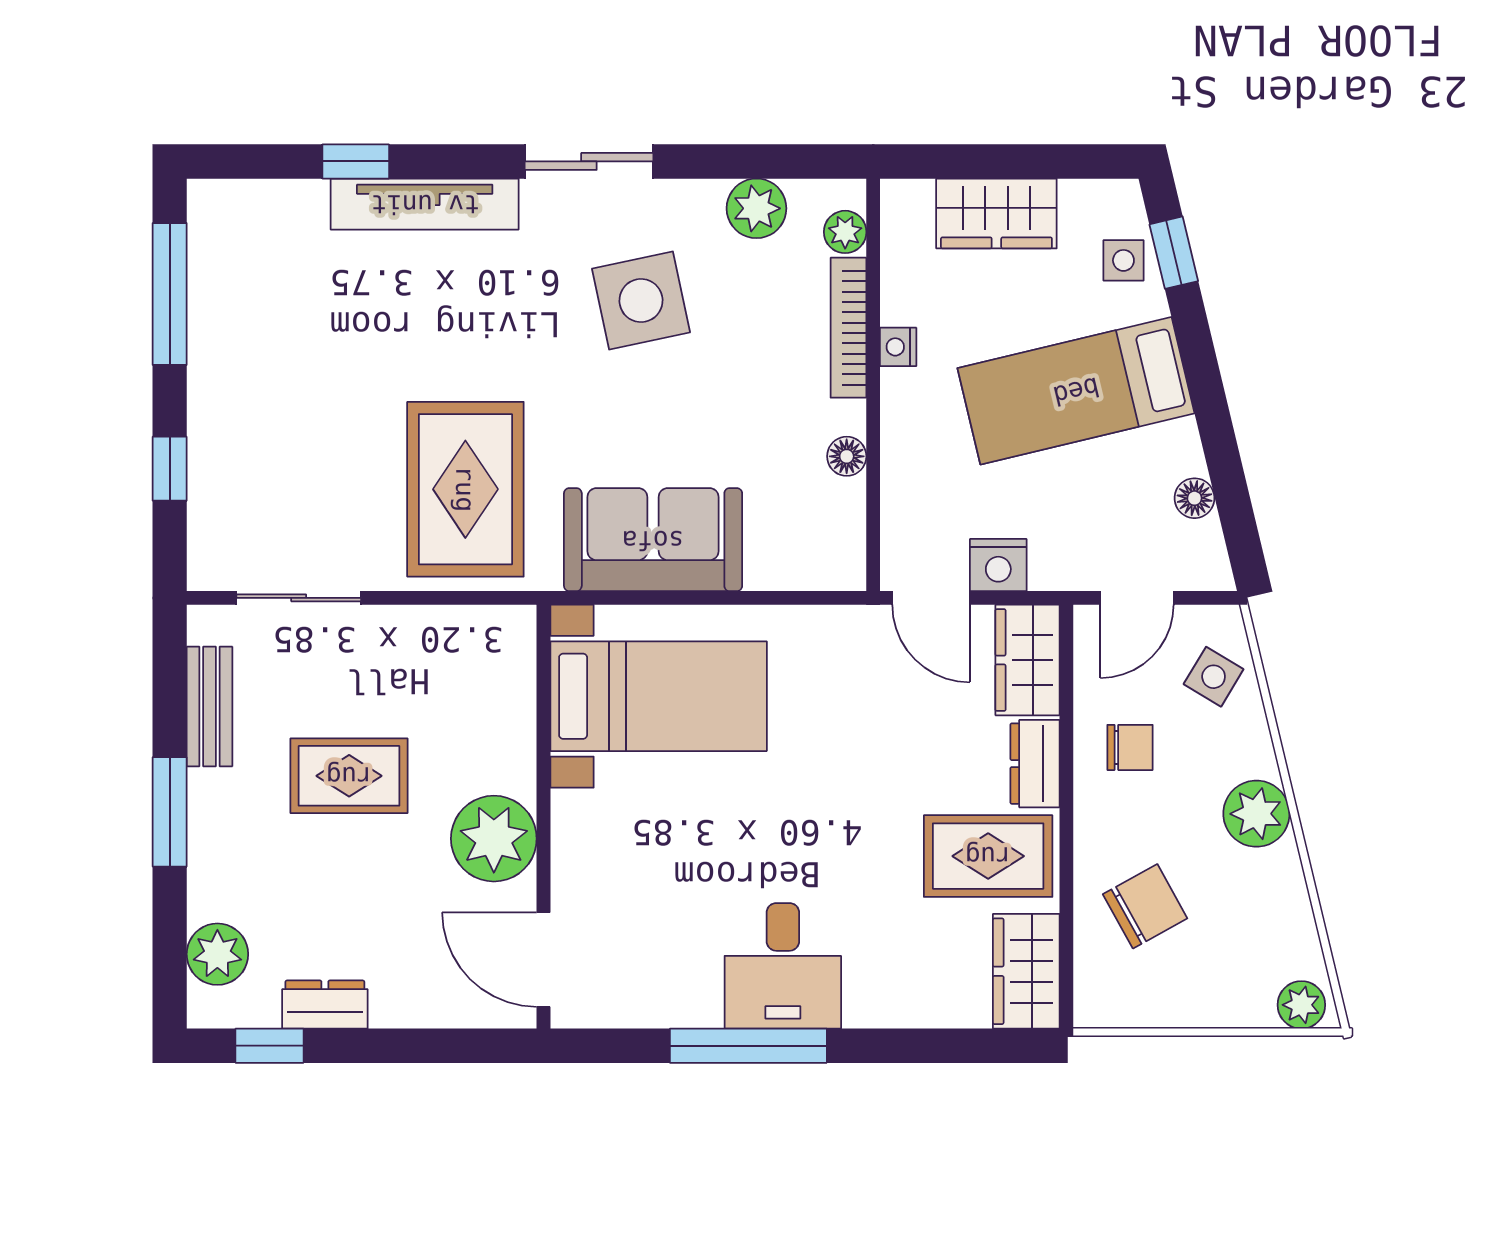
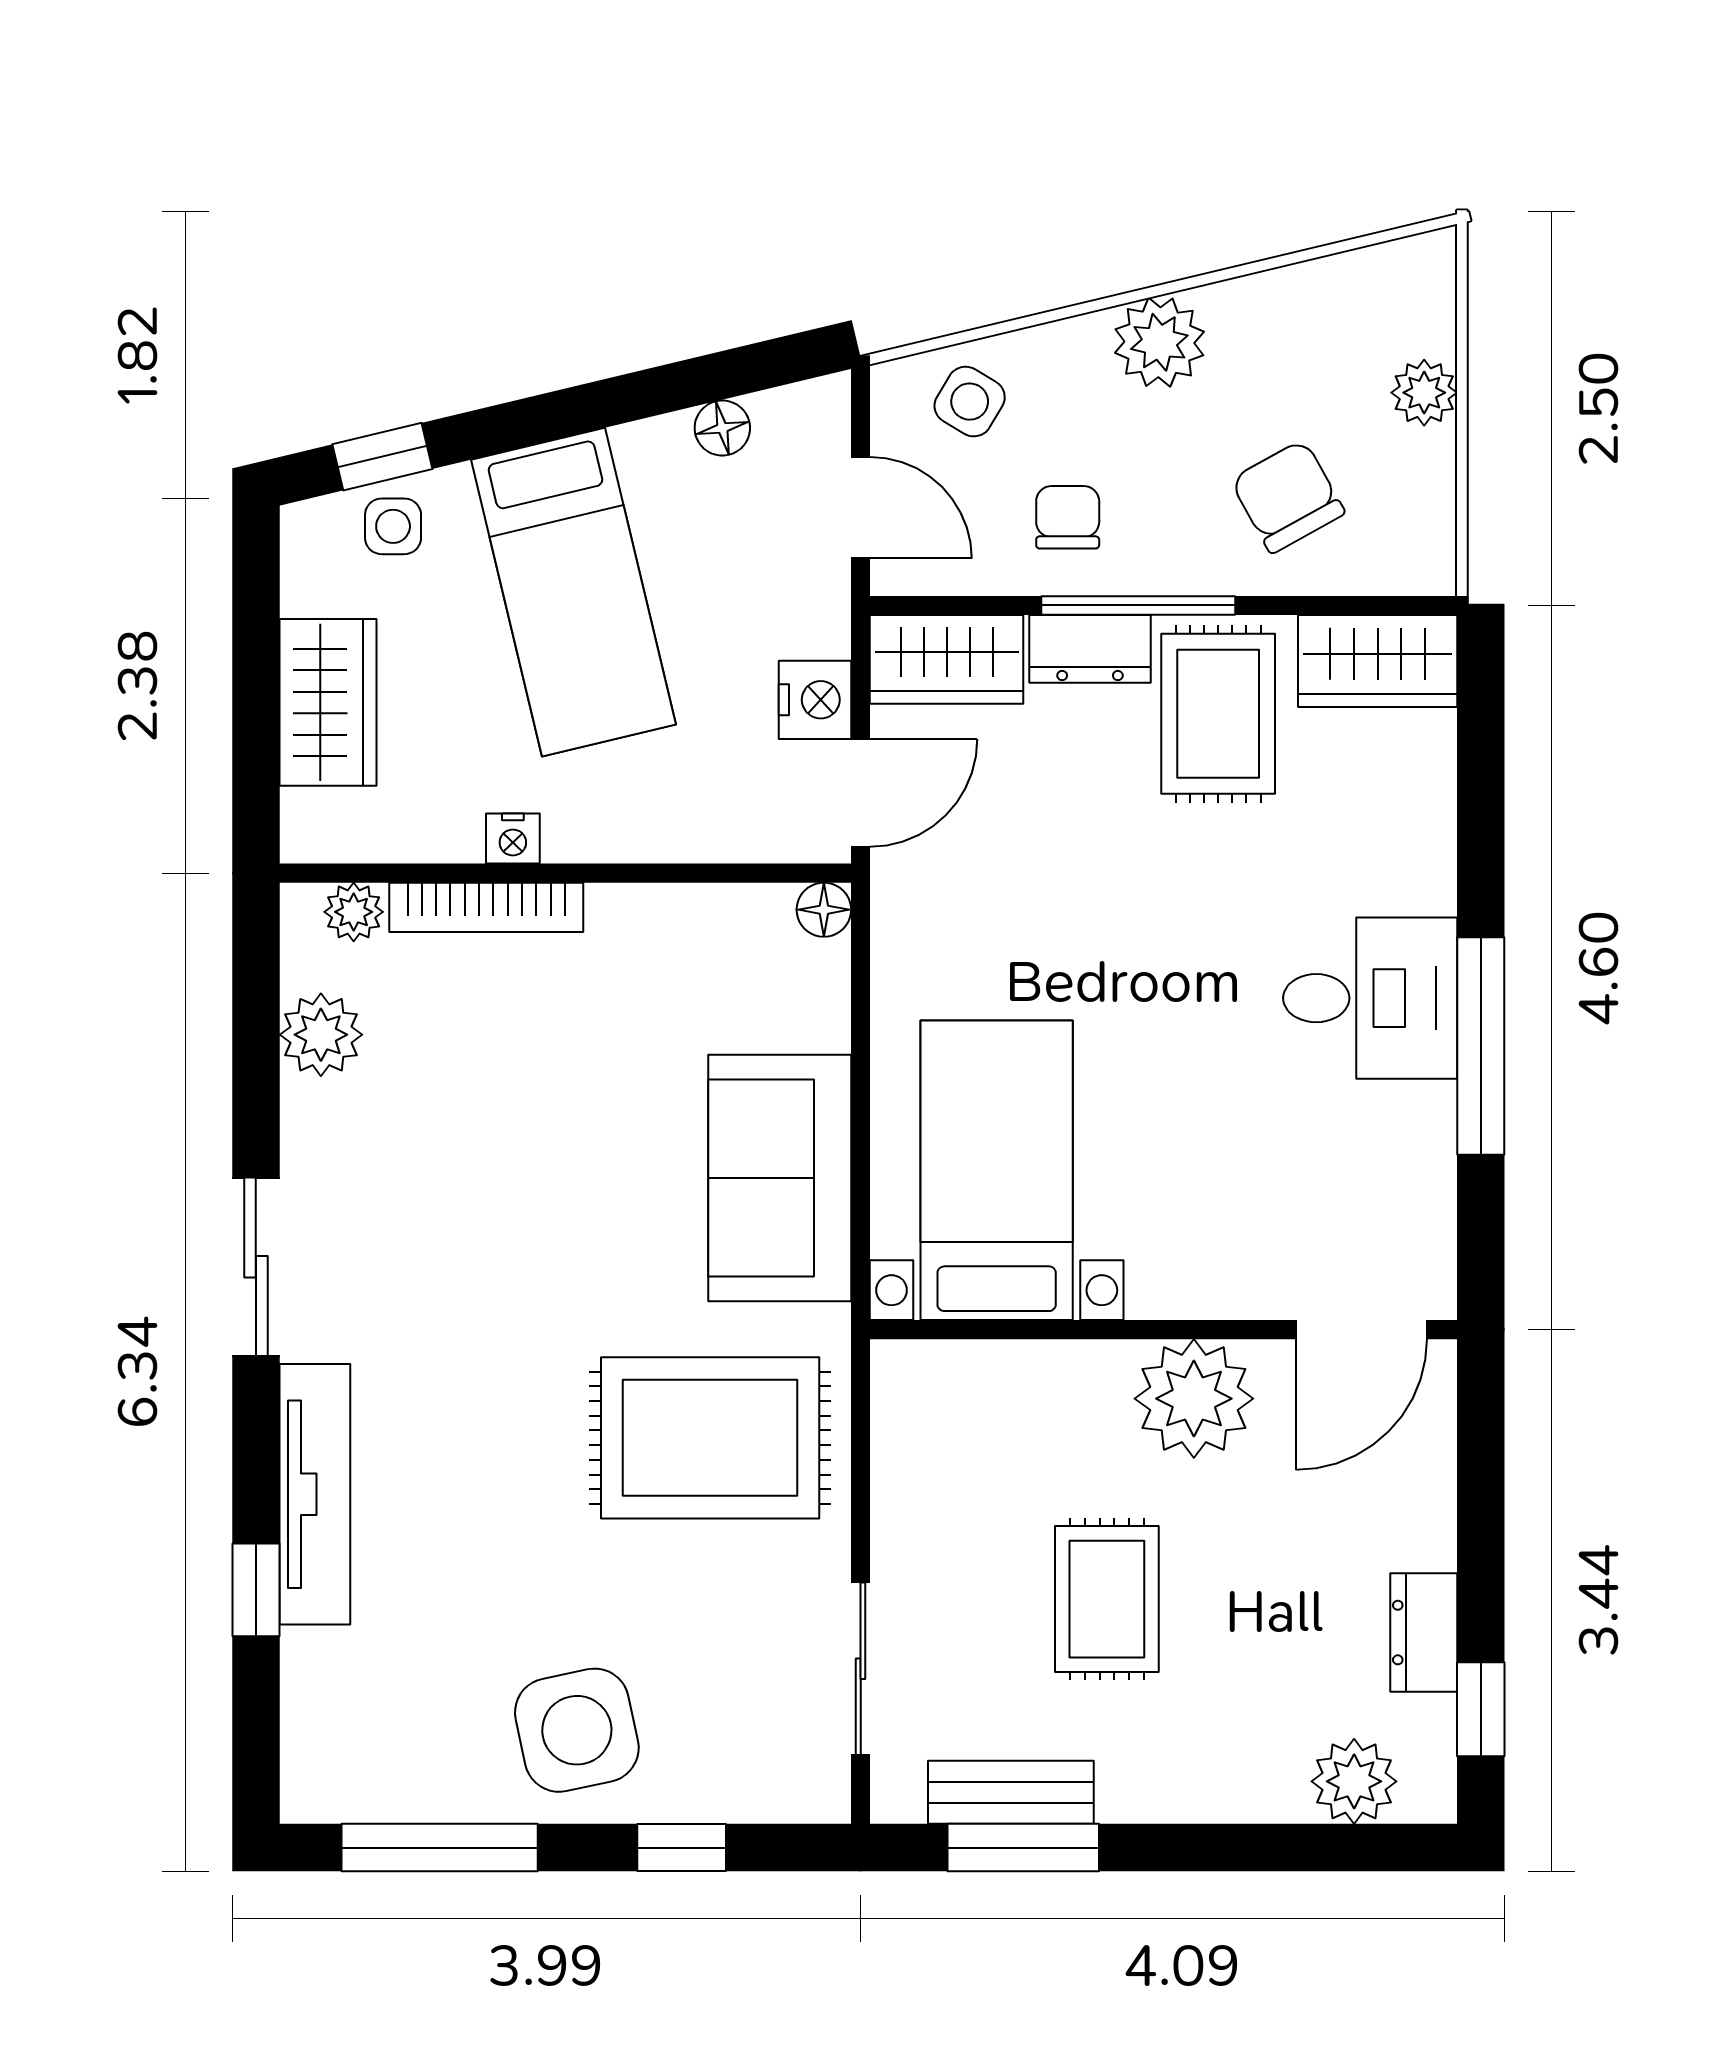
side table: (641, 301) -> (577, 1730), moved
floor lamp: (847, 456) -> (824, 910), moved
window: (1066, 798) -> (1138, 605), added
window: (170, 812) -> (1023, 1848), moved
plant: (1301, 1005) -> (1424, 393), moved

